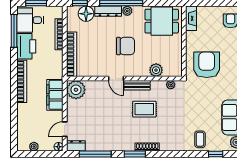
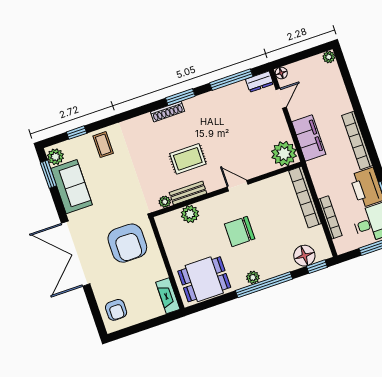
dresser: (108, 11) -> (277, 269), removed
bench: (137, 85) -> (188, 193), moved
plant: (34, 147) -> (329, 57), moved

